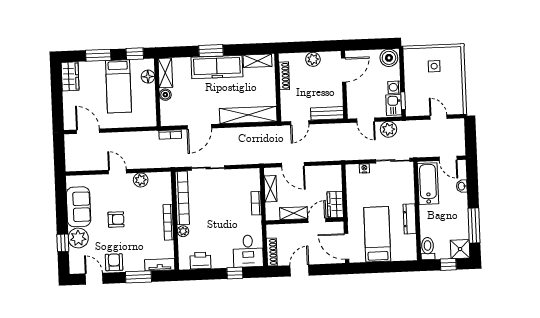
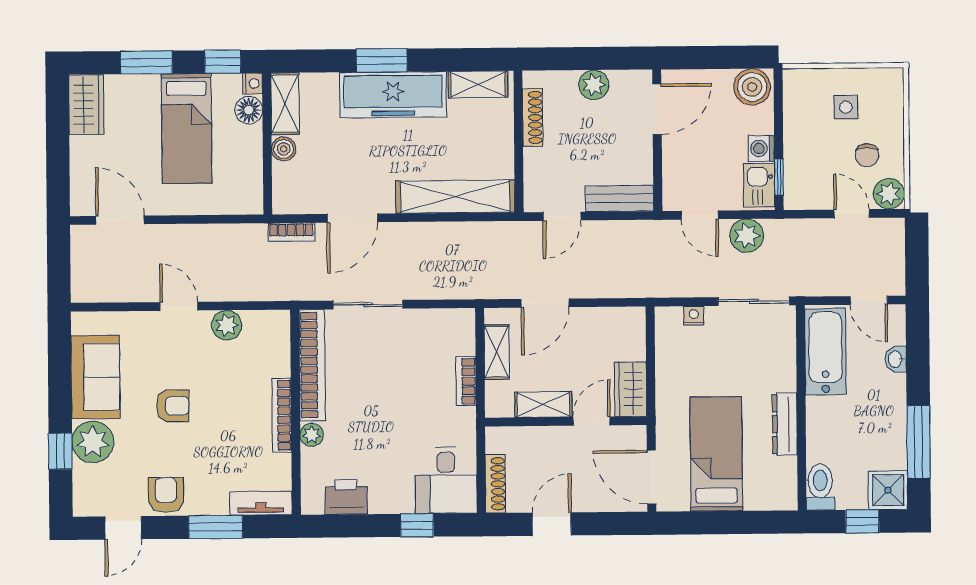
nightstand: (149, 64) -> (252, 84), added
chair: (445, 89) -> (867, 155), added
plant: (456, 107) -> (889, 194), added
door: (293, 165) -> (545, 303), hinge flipped
door: (94, 279) -> (123, 528), swing flipped

